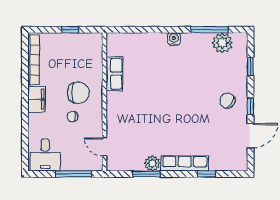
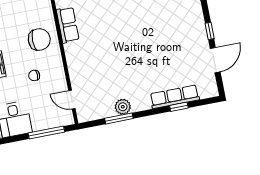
chair: (78, 93) -> (39, 39), moved
chair: (227, 101) -> (185, 30), removed
row of seats: (185, 163) -> (175, 97), moved

